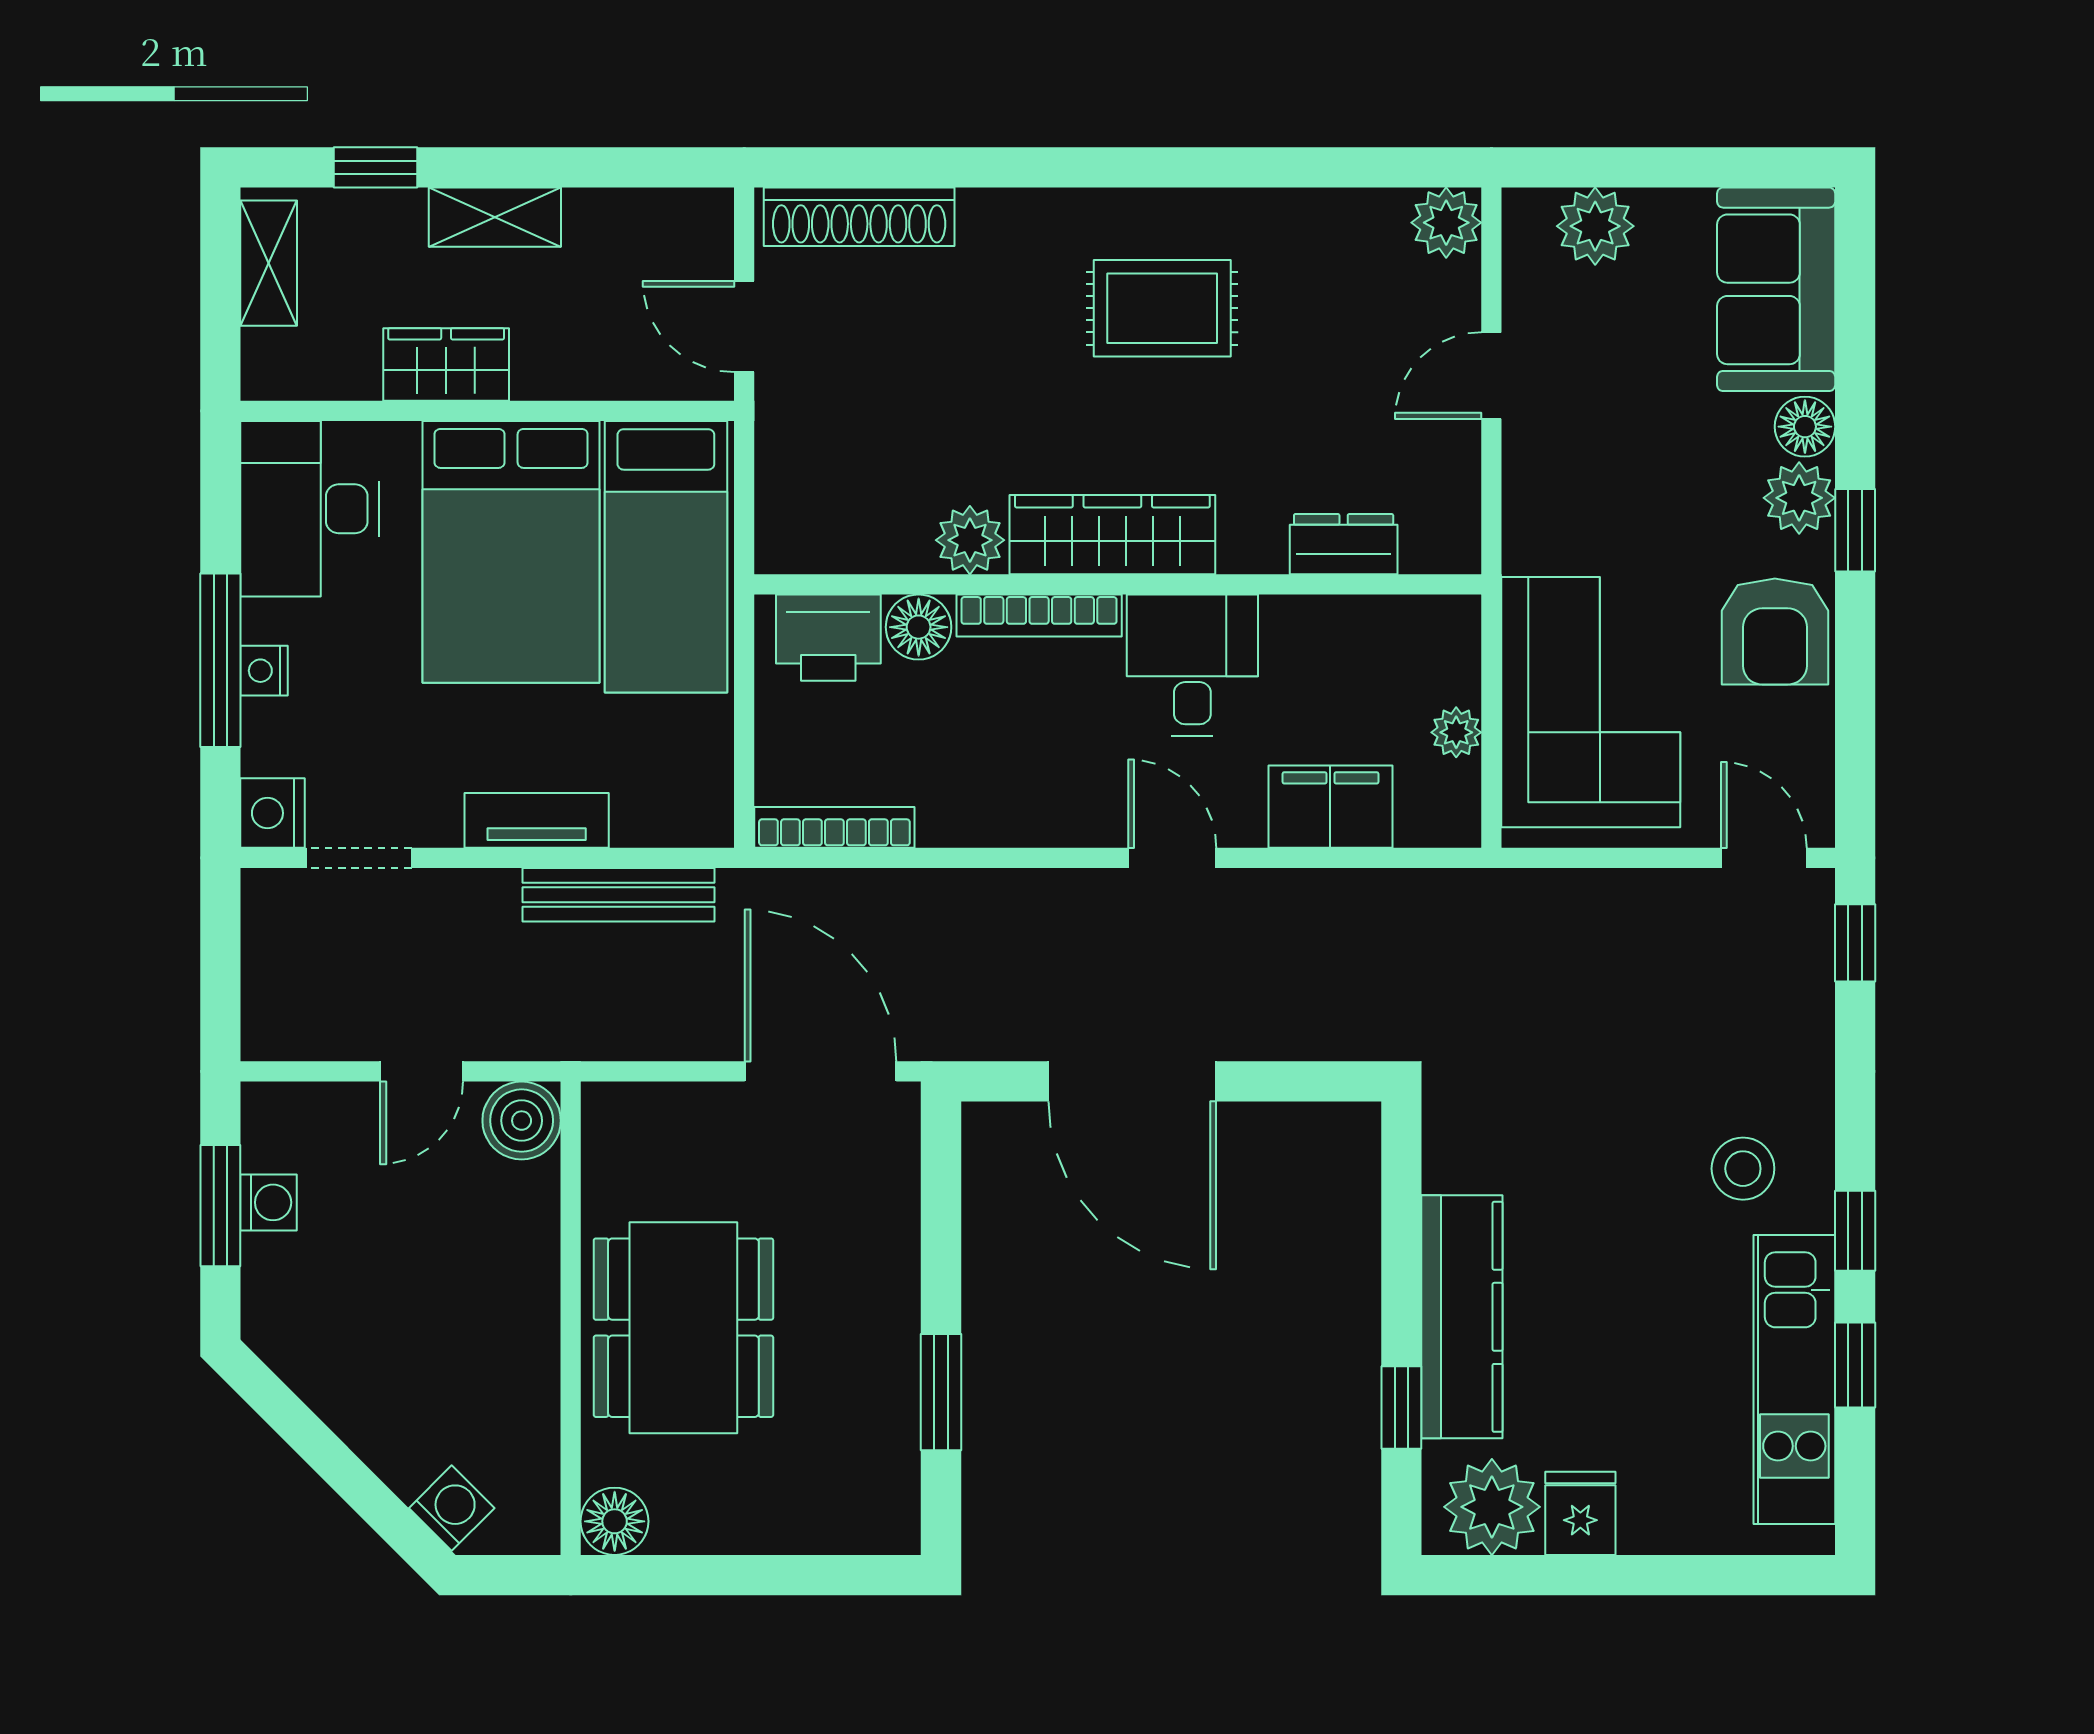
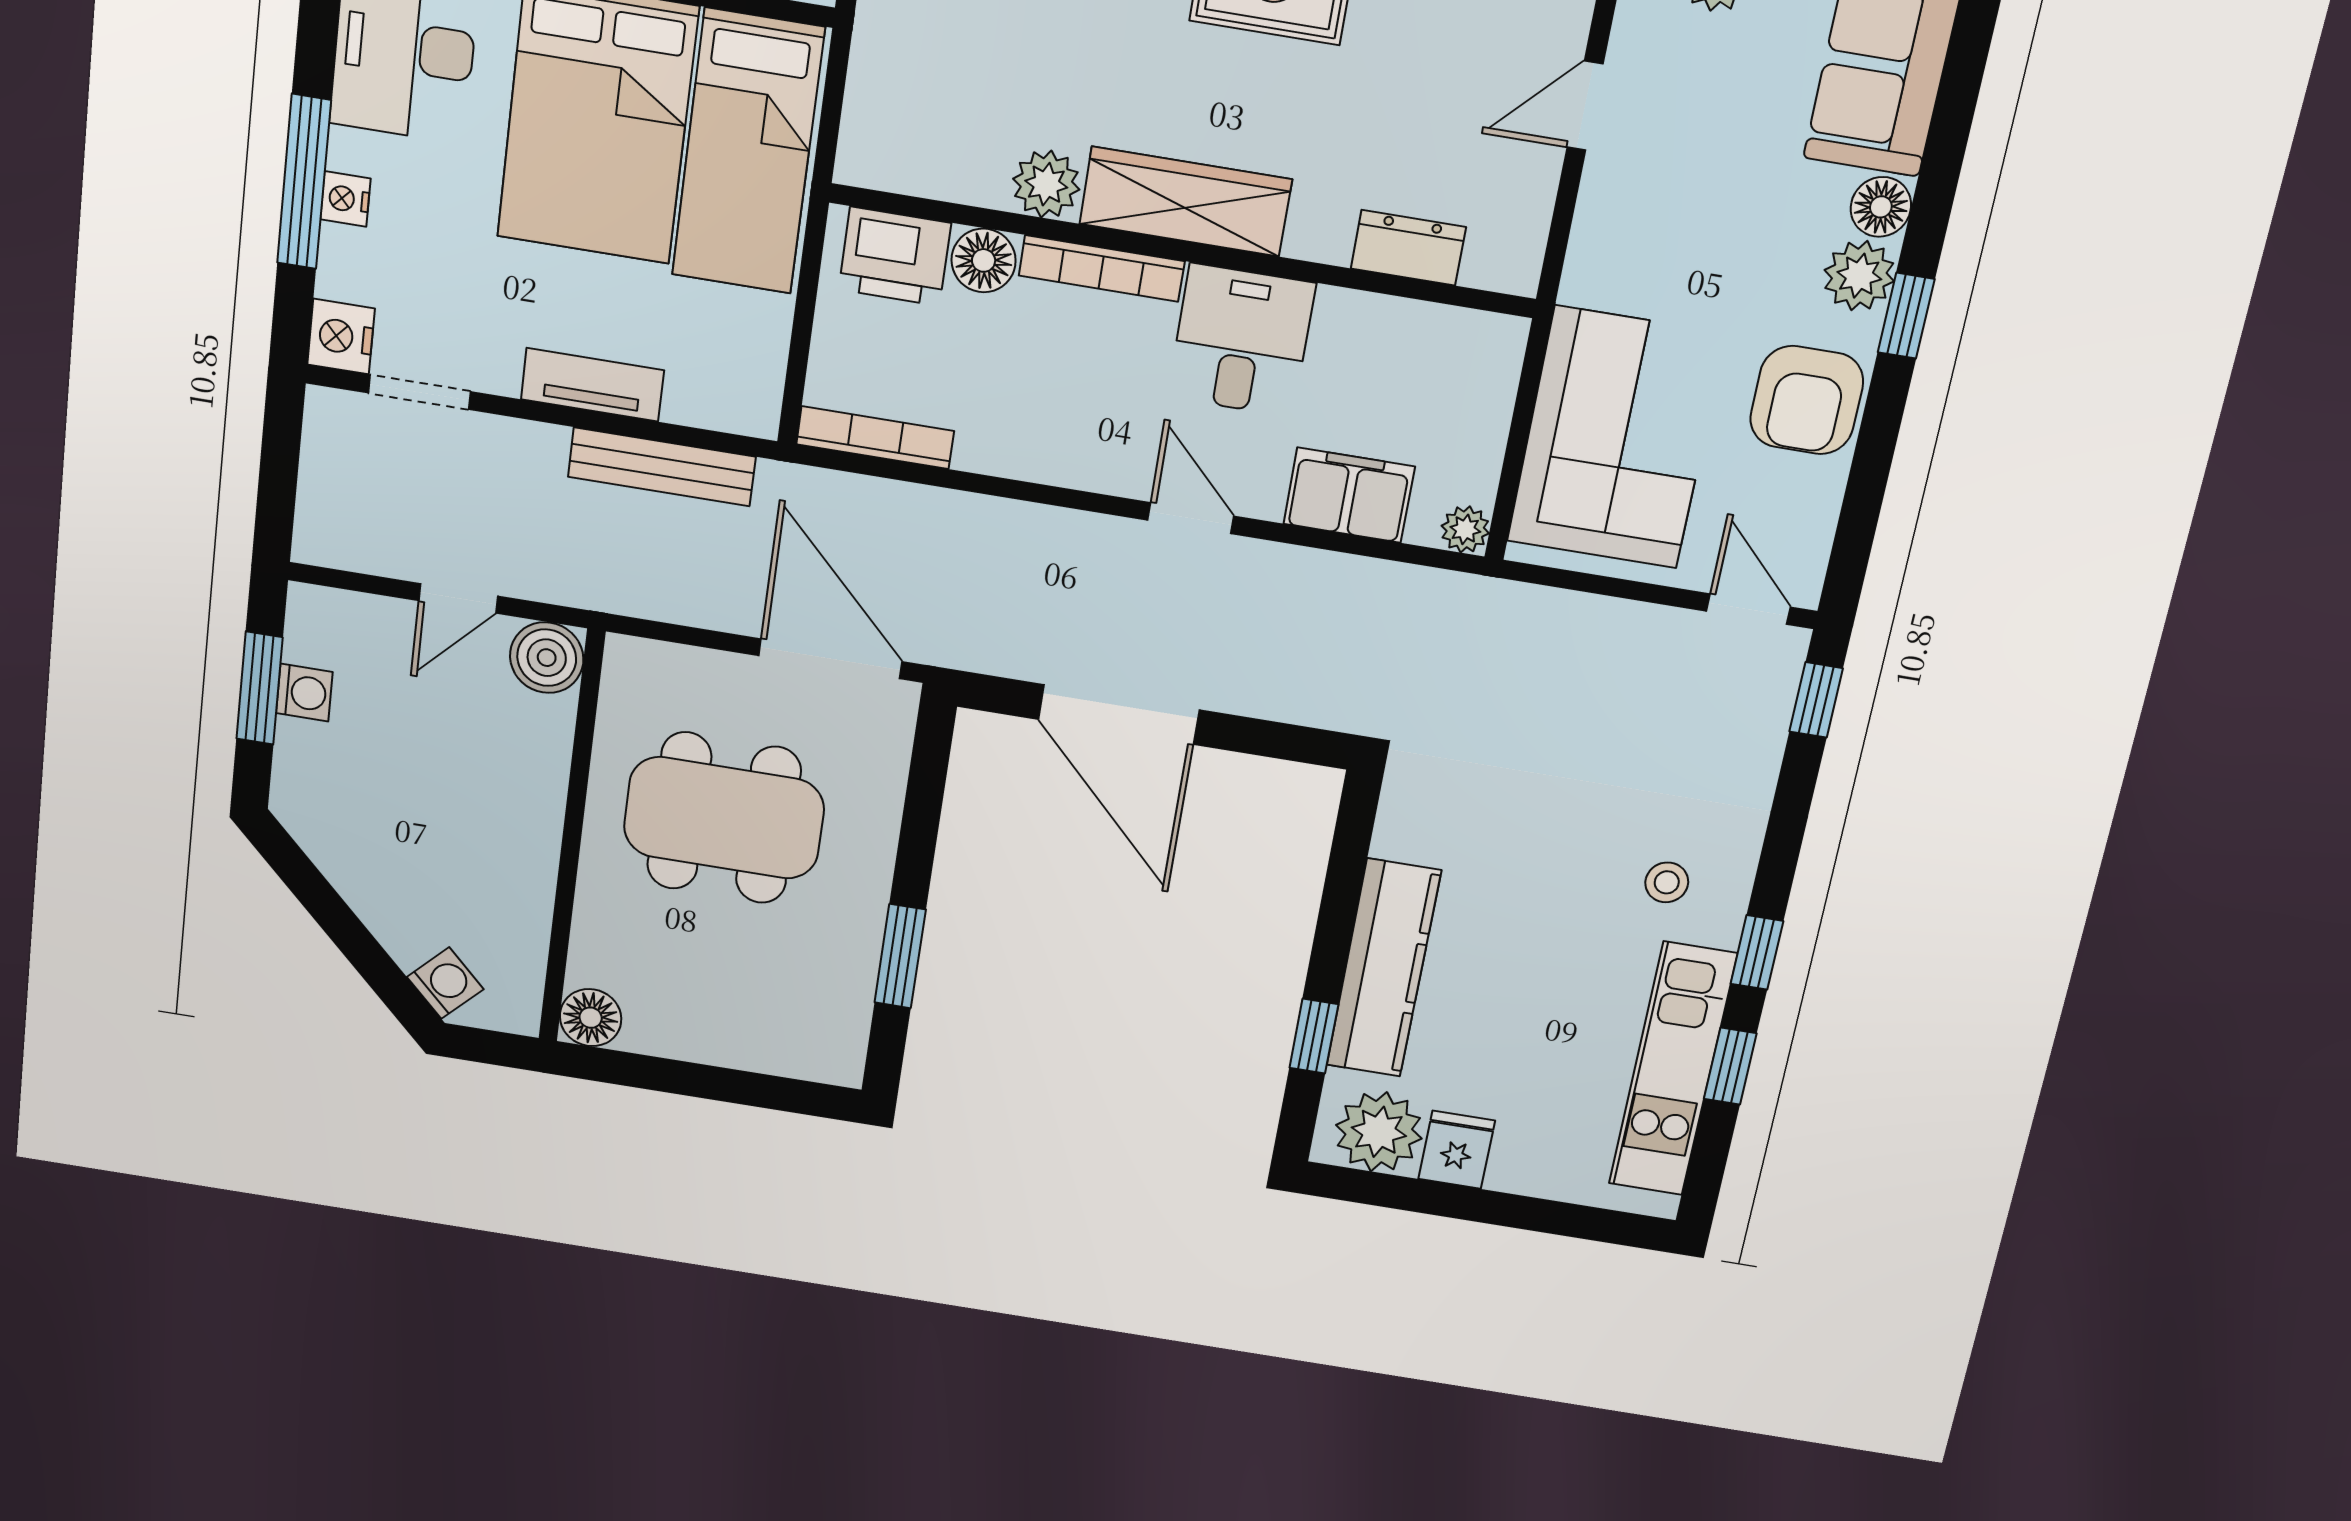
plant: (1456, 732) -> (1465, 529), moved
stool: (1743, 1169) -> (1667, 882), width x0.73, depth x0.73
dining table: (683, 1328) -> (724, 818), moved, turned 90

